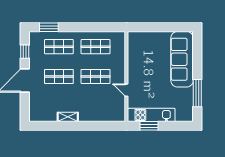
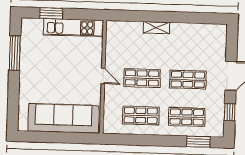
sofa: (182, 59) -> (63, 118), moved, turned -90
door: (126, 90) -> (103, 76), moved
shelving: (68, 117) -> (156, 28), moved
window: (149, 126) -> (51, 13), moved

